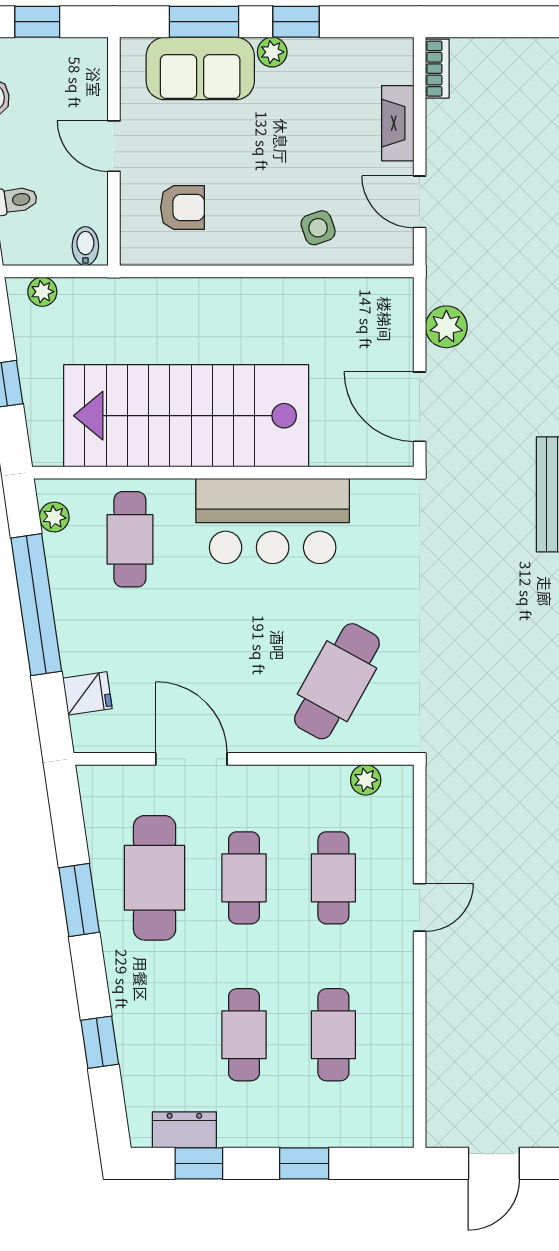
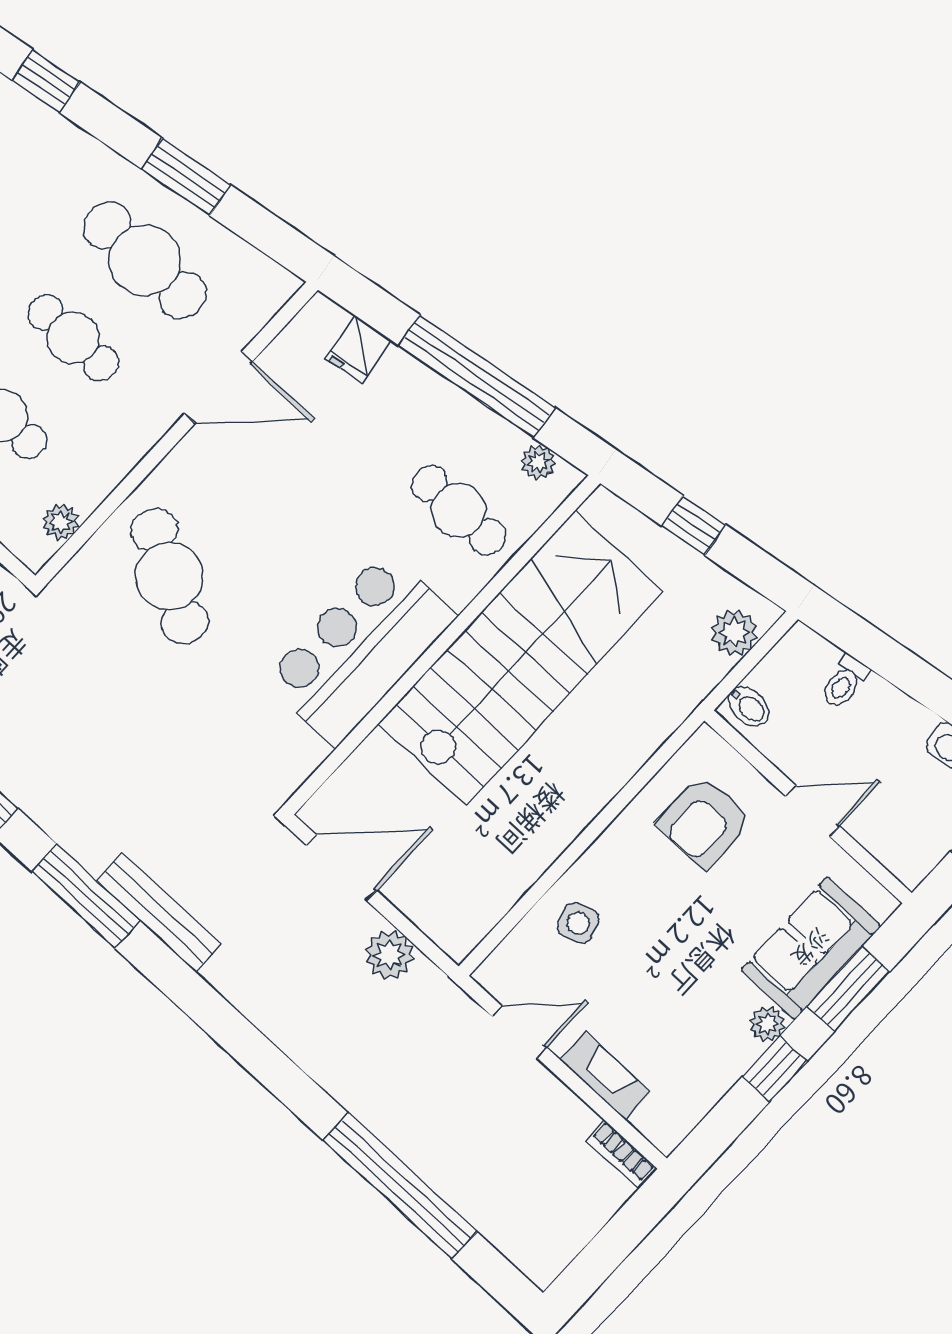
armchair: (183, 208) -> (704, 822), width x1.38, depth x1.38
plant: (42, 292) -> (734, 633), width x1.38, depth x1.38

